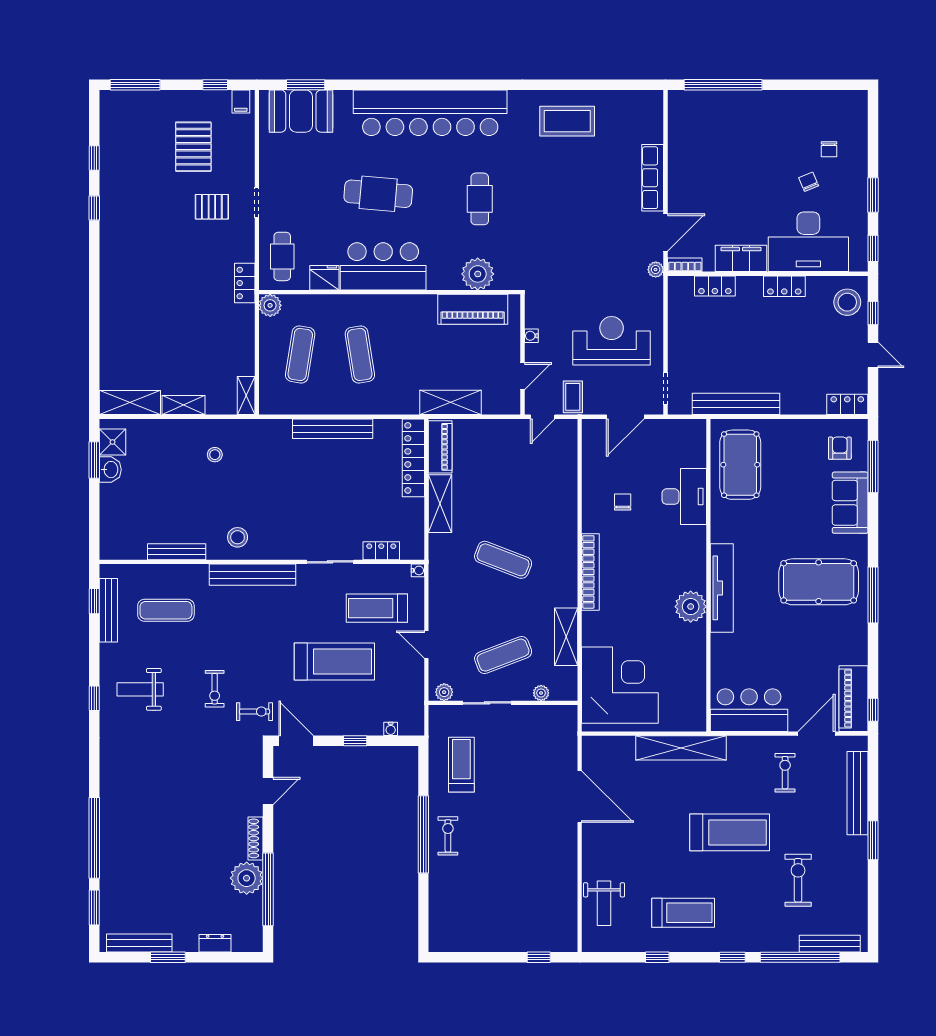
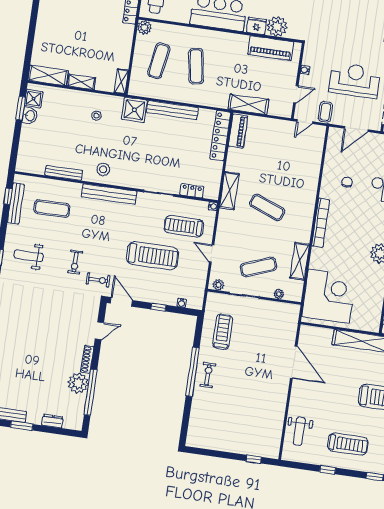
fridge: (324, 278) -> (257, 26), moved
shower: (273, 437) -> (134, 110), added
shelving: (440, 504) -> (229, 191), moved

